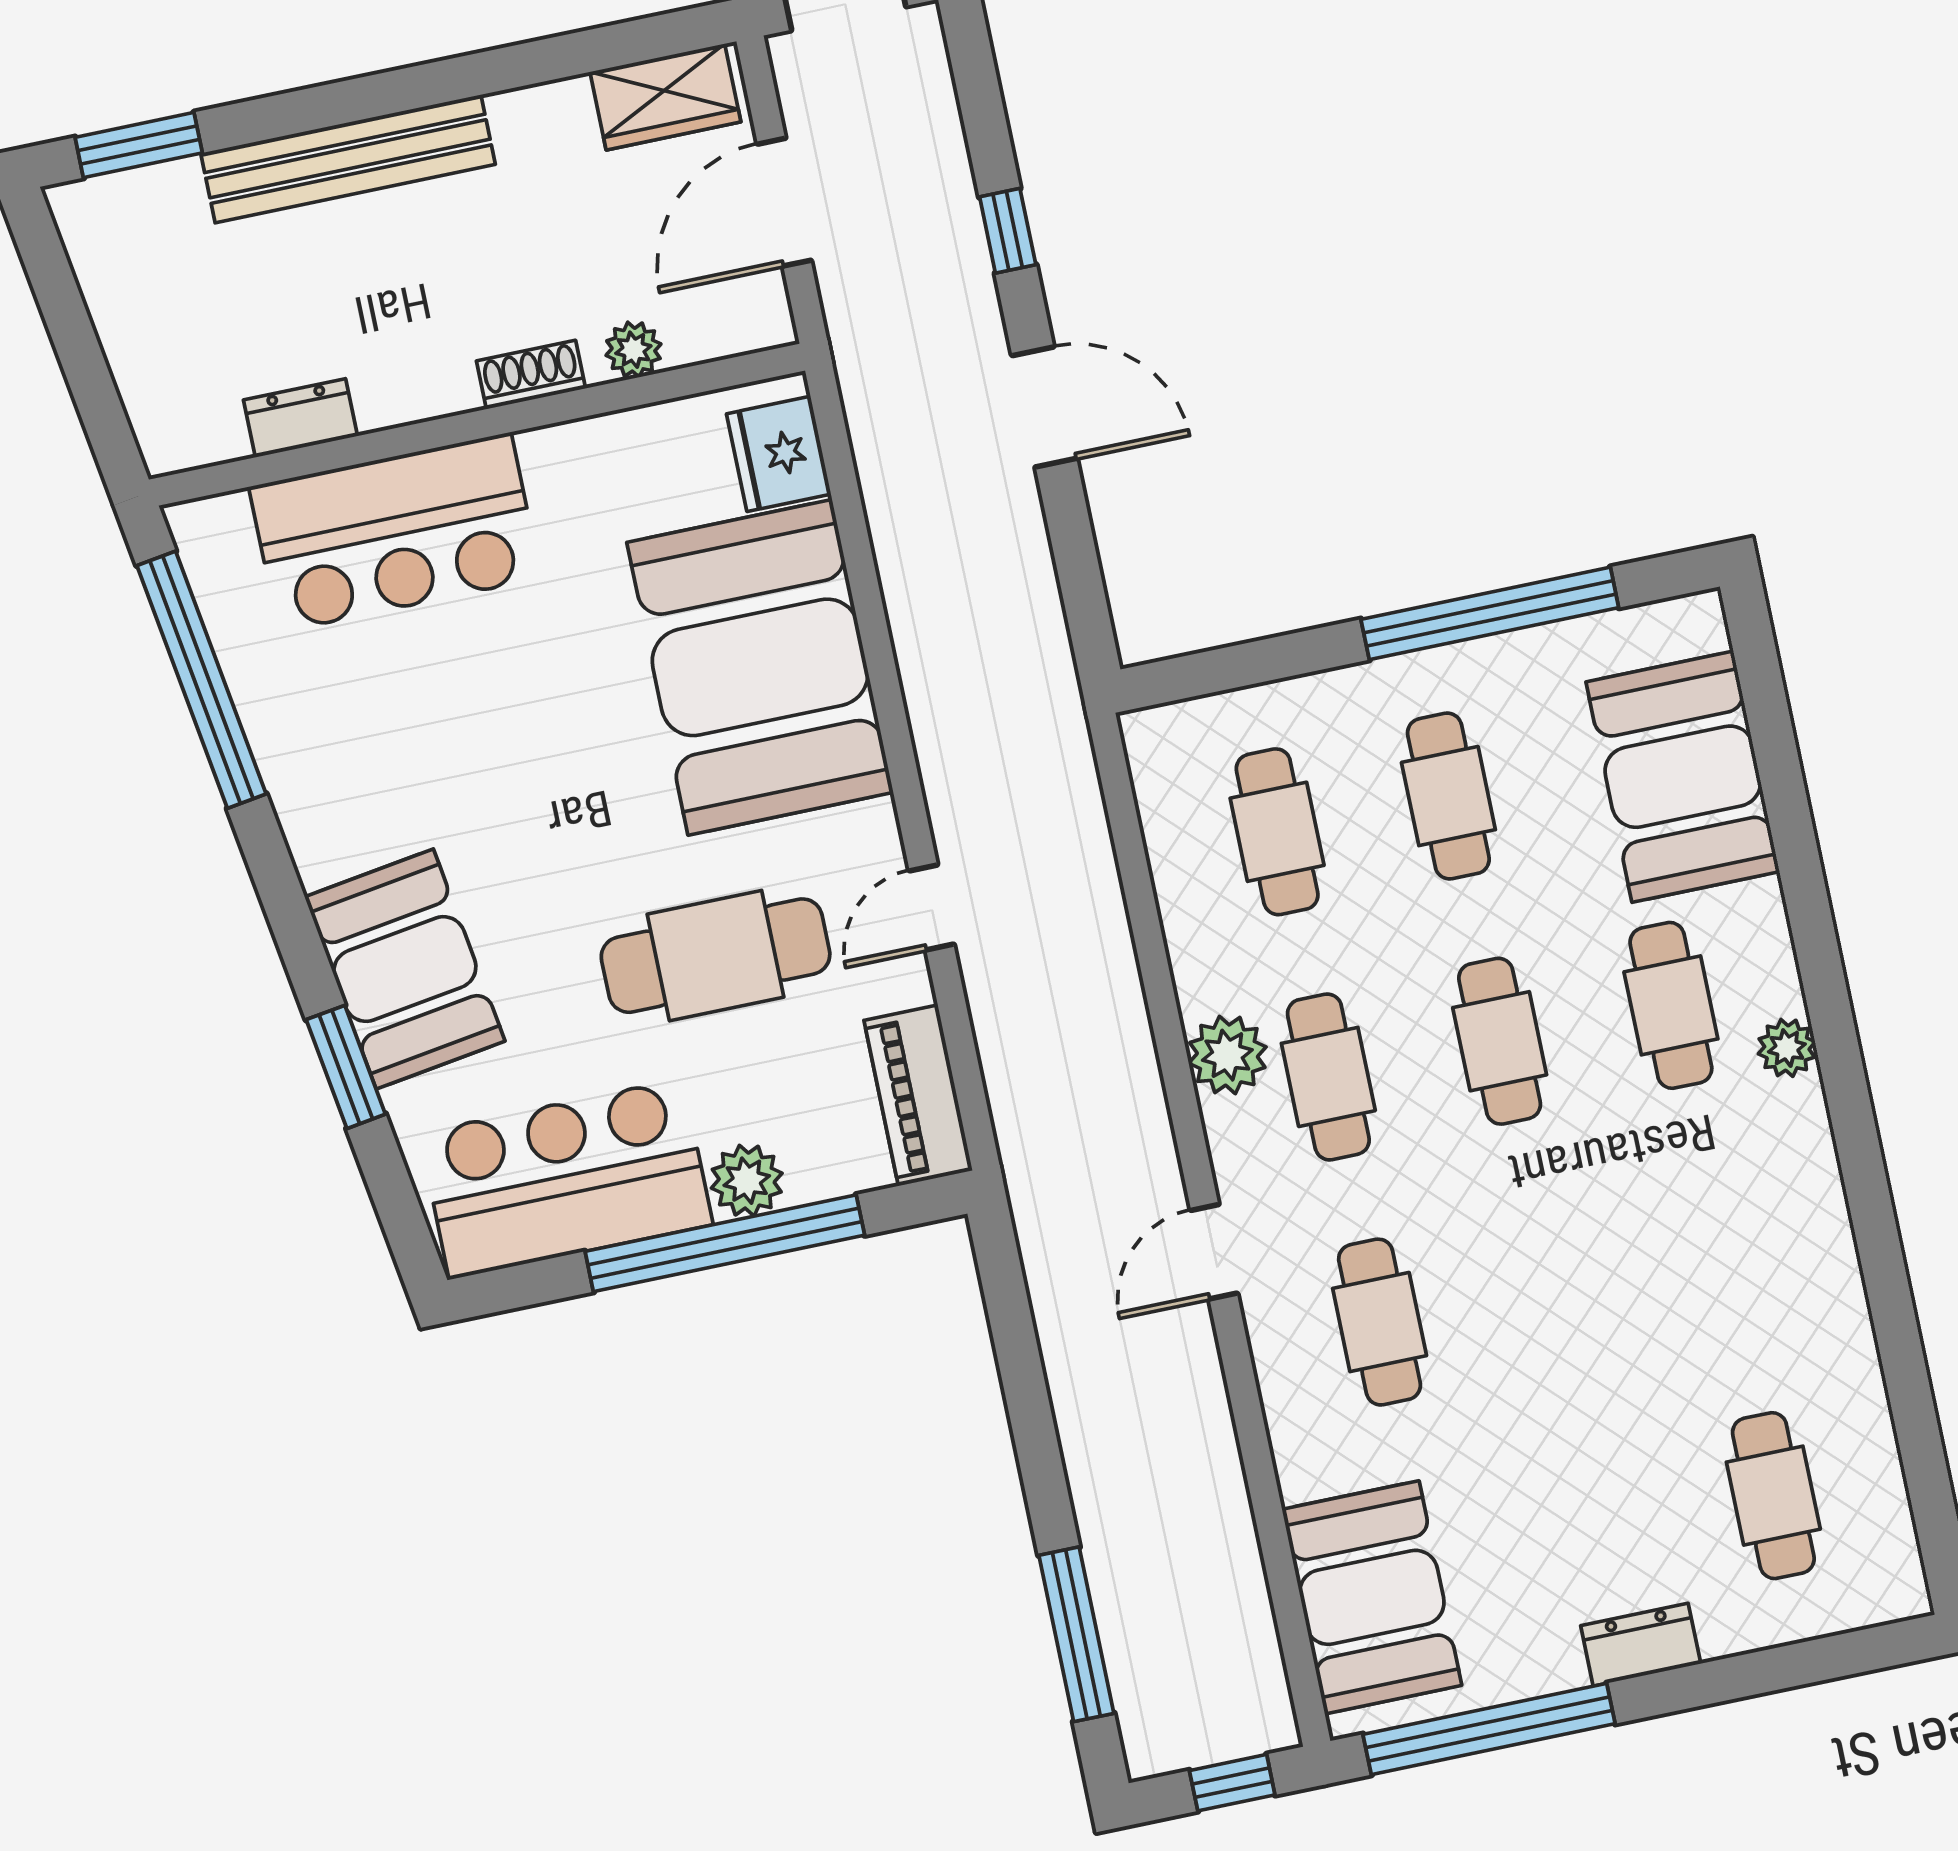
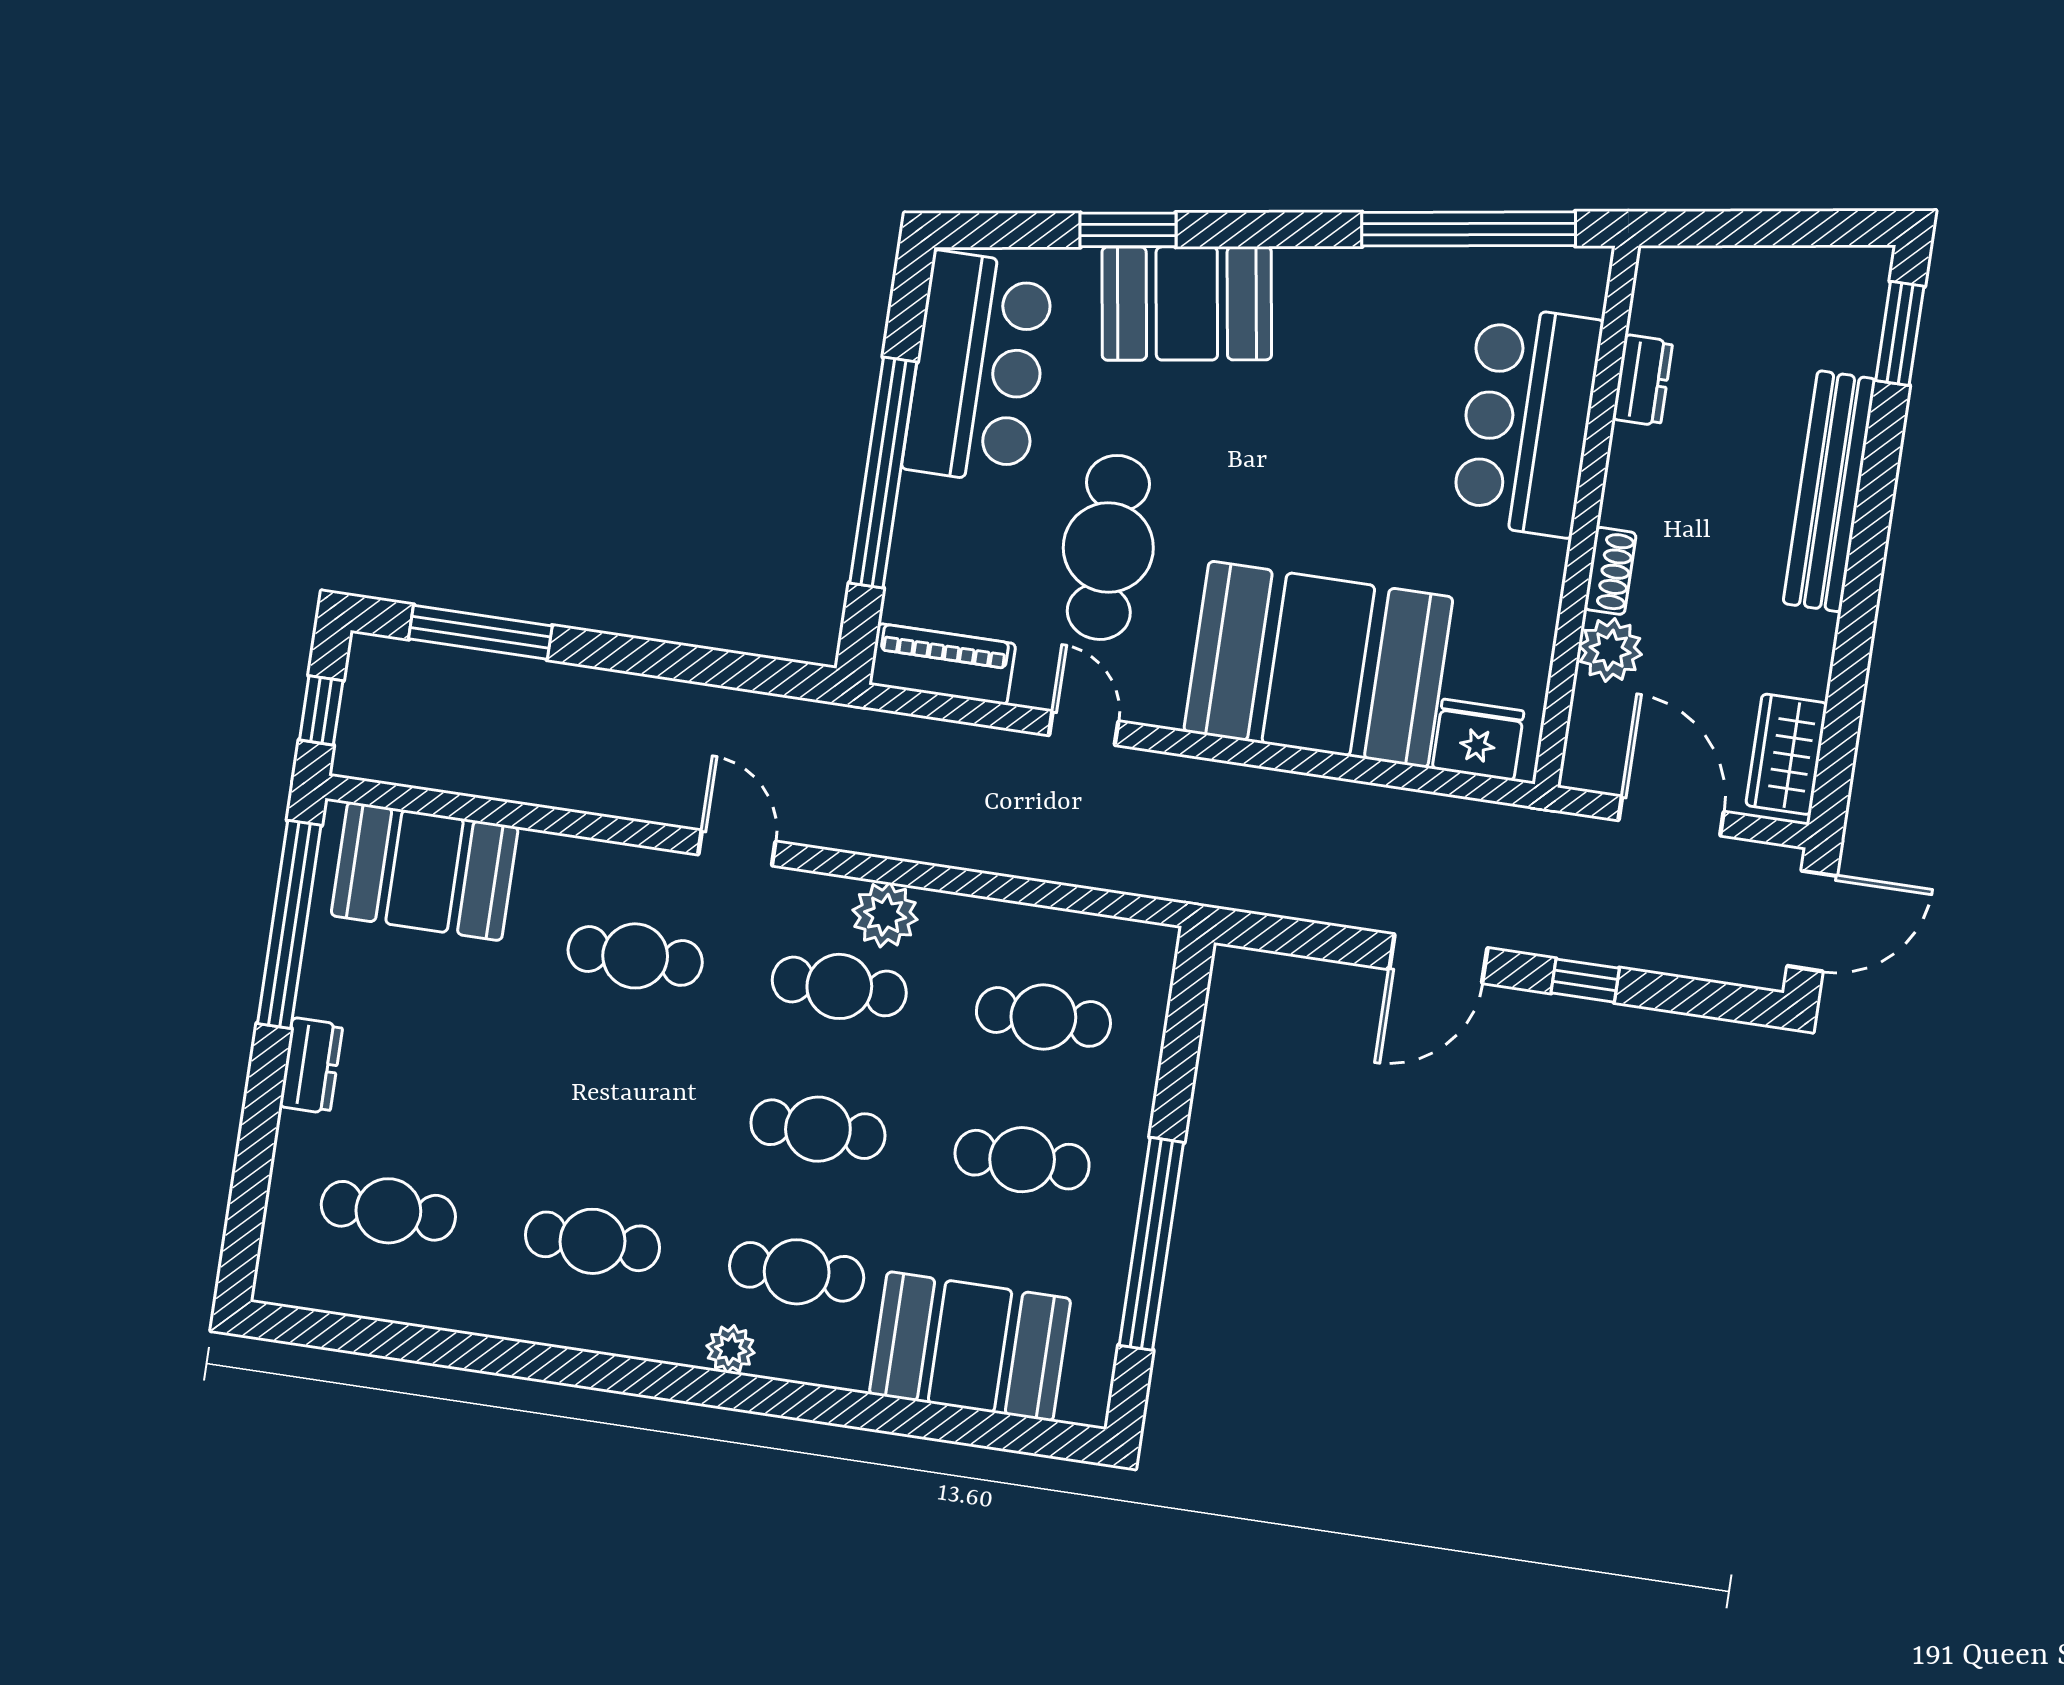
plant: (633, 350) -> (1610, 650), width x1.38, depth x1.38
plant: (747, 1181) -> (925, 507), removed
cafe table: (1722, 1250) -> (592, 1241), added

